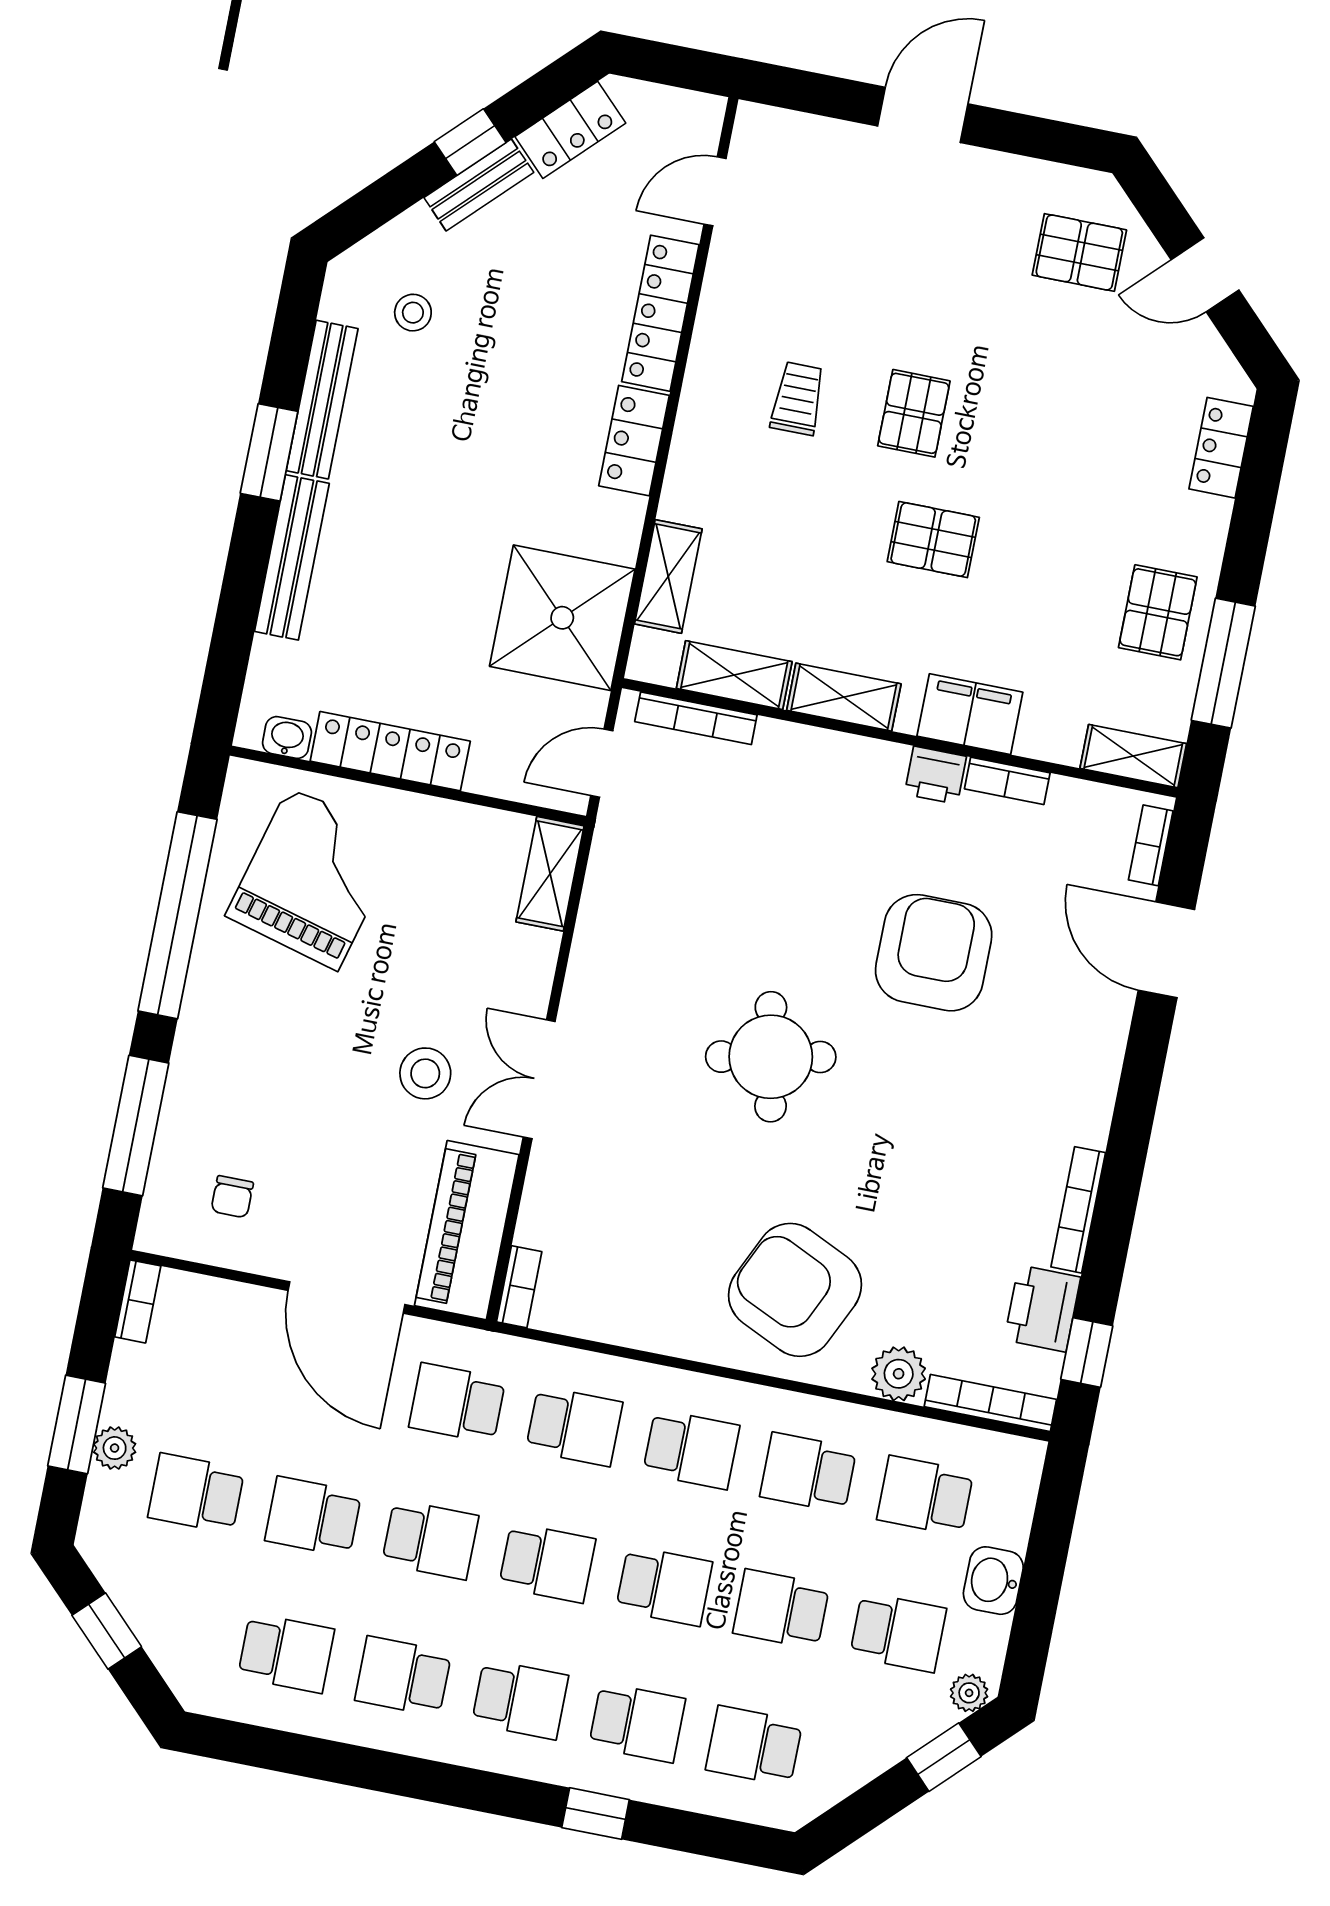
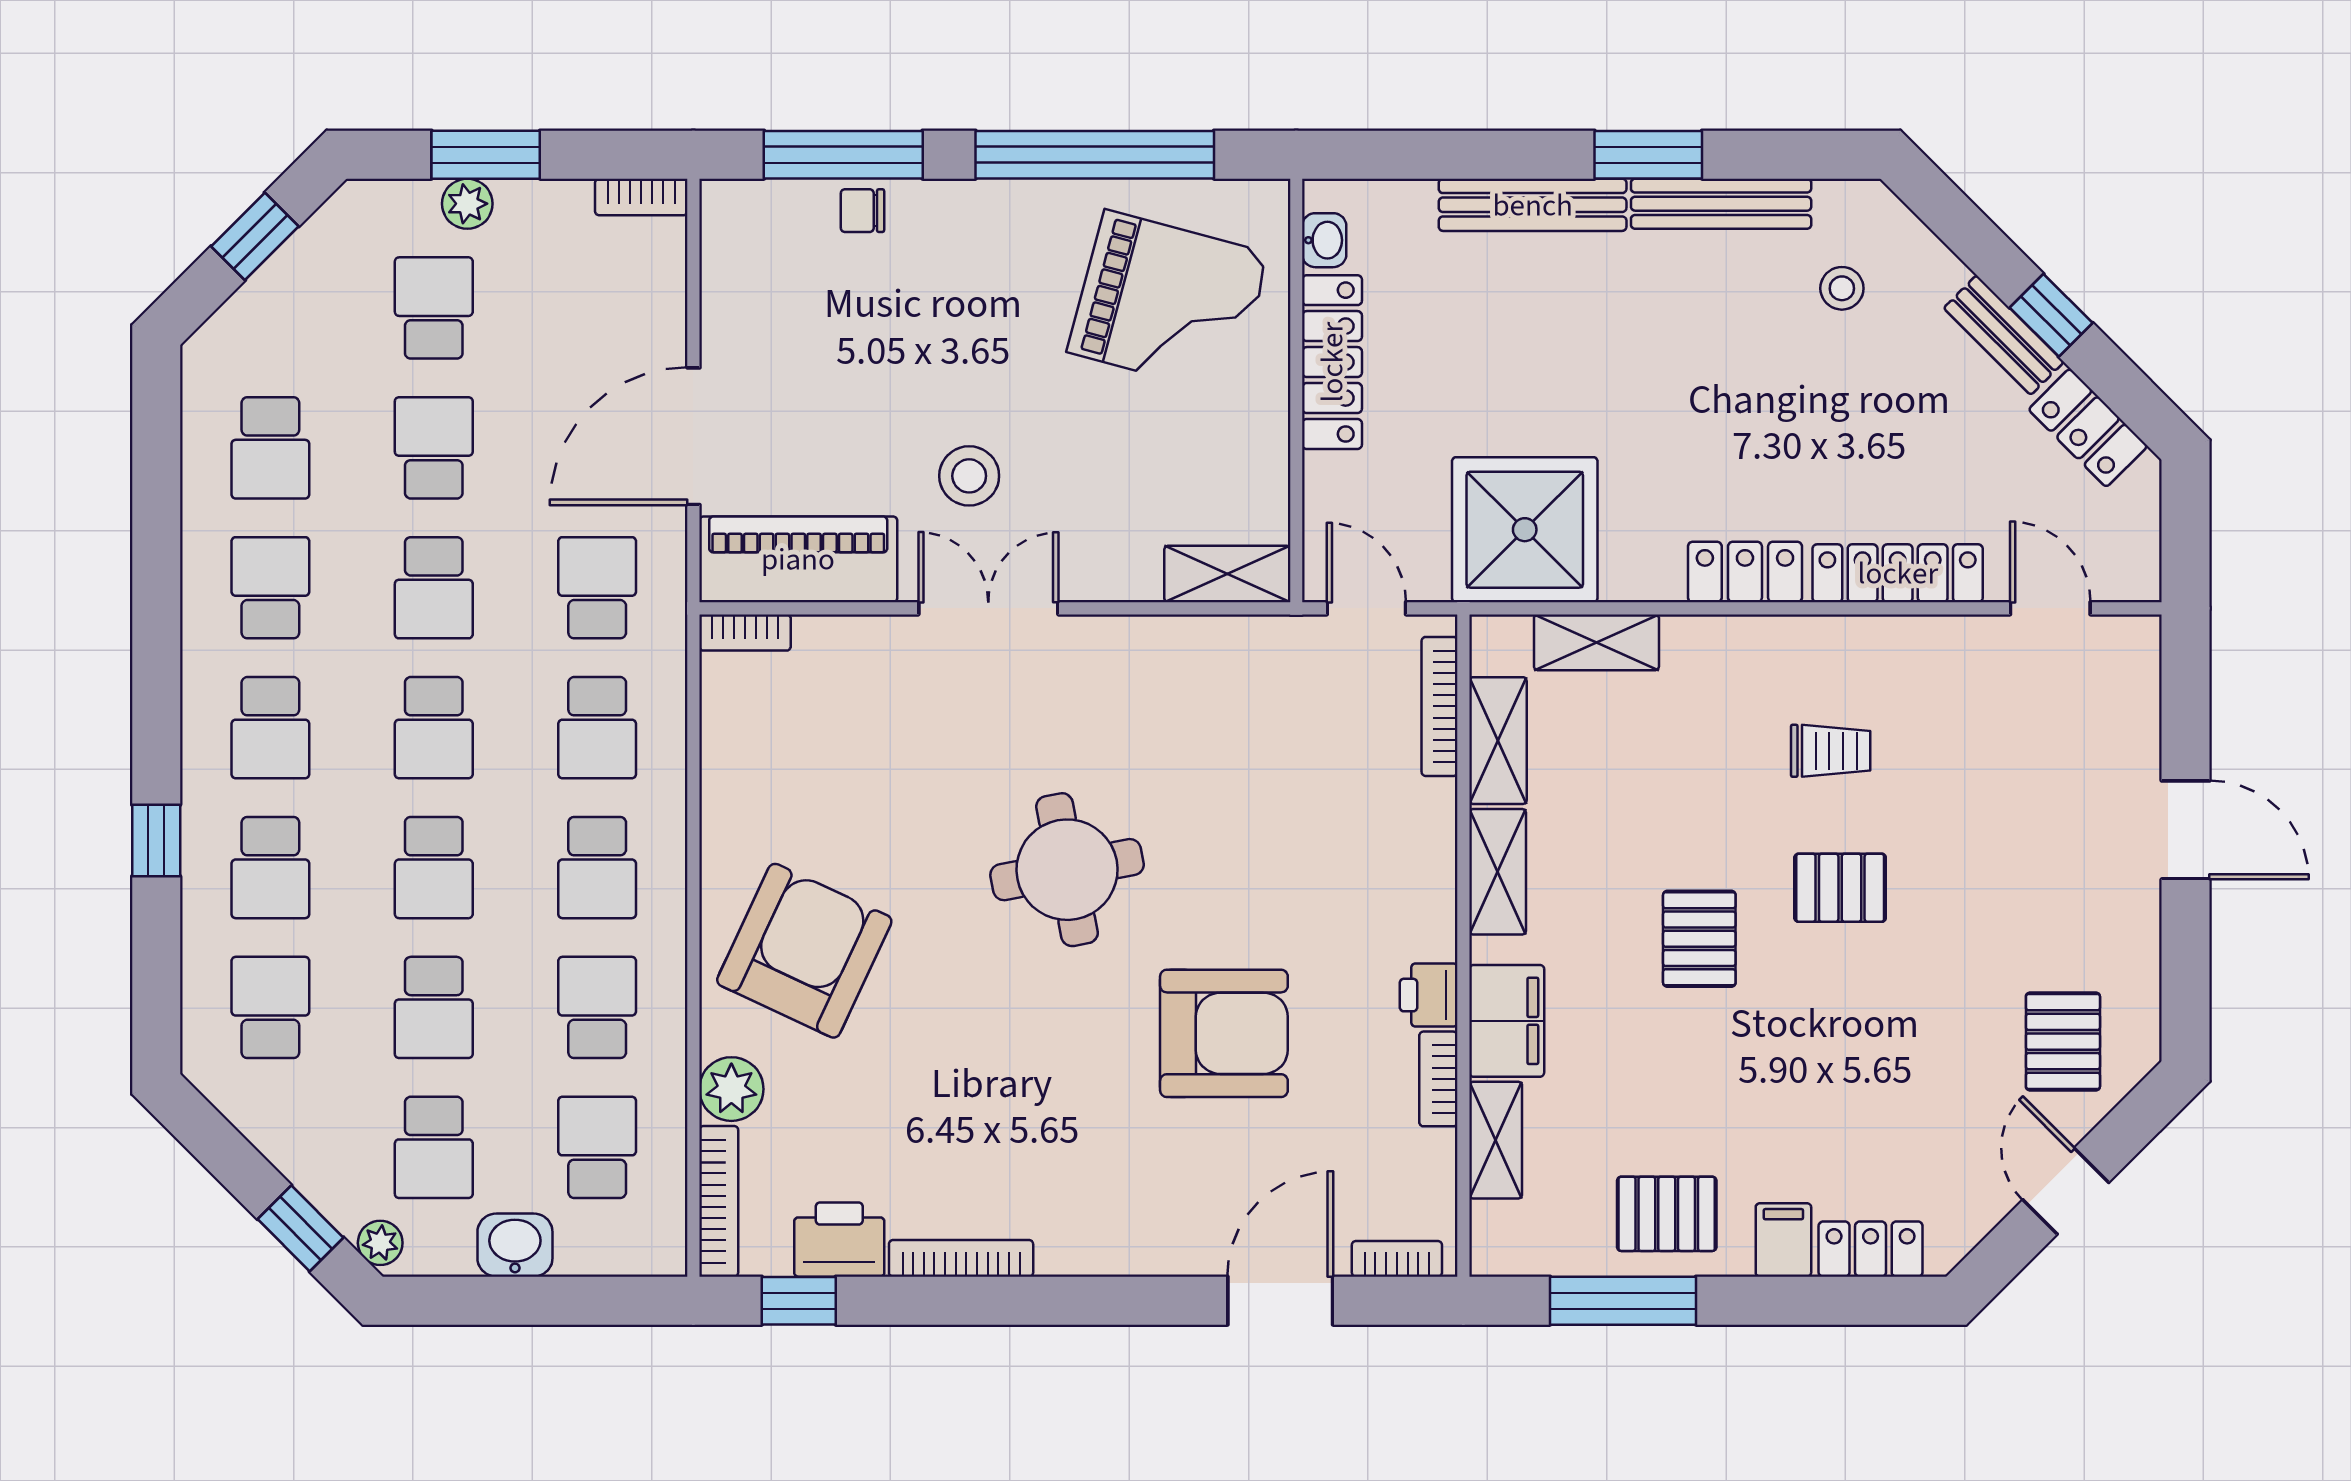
filing cabinet: (1199, 519) -> (1783, 1240), added
shelving: (1133, 756) -> (1496, 1140), moved
chair: (232, 1197) -> (862, 211), moved
school desk: (781, 1609) -> (434, 1007), turned 180

